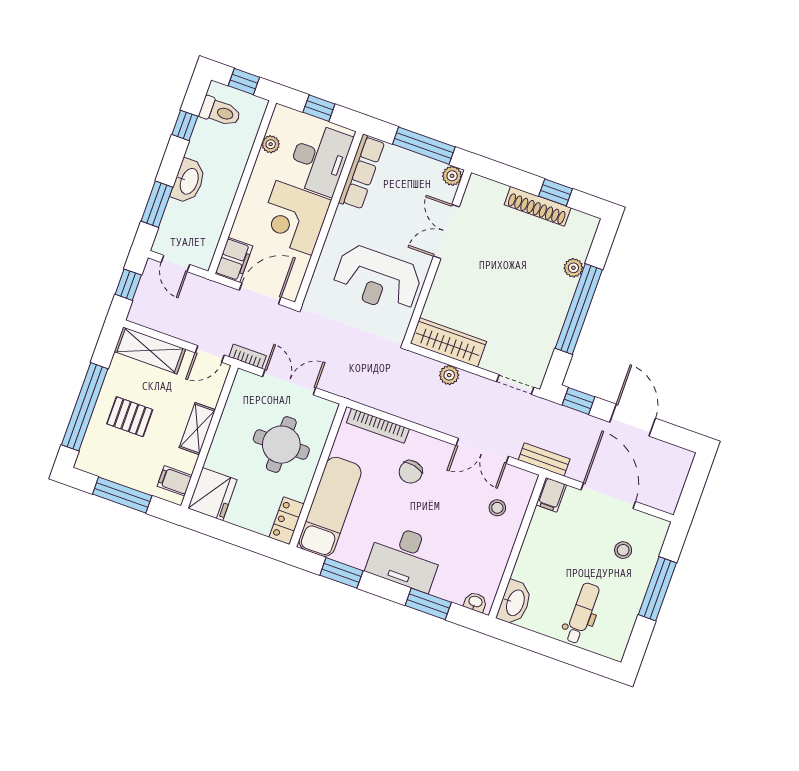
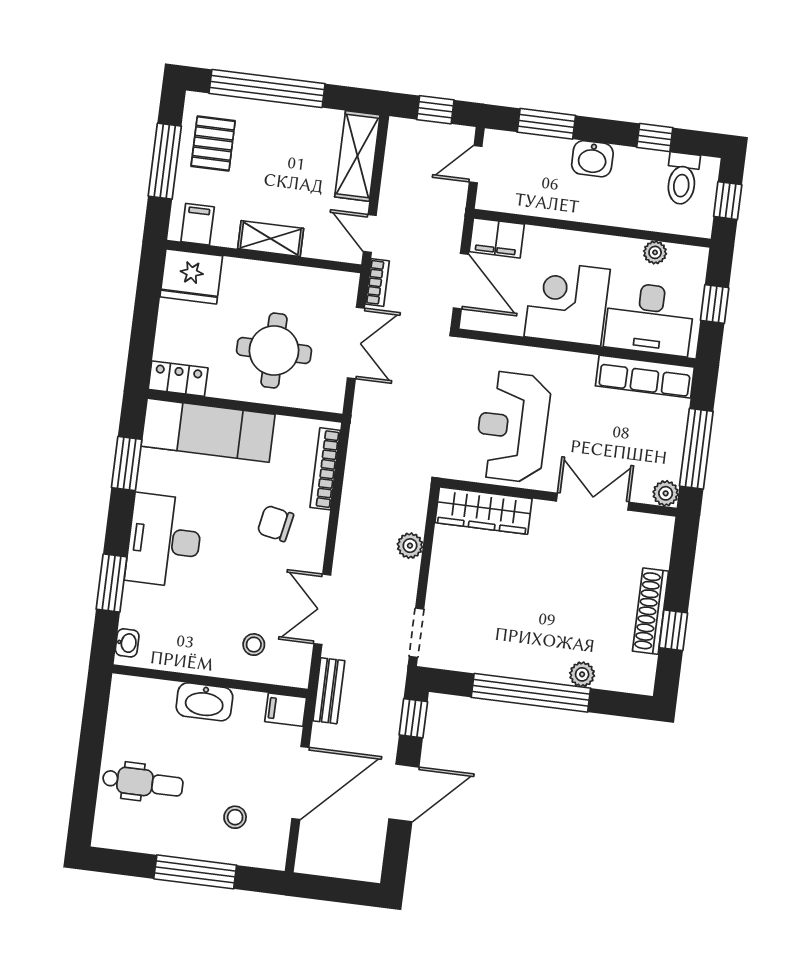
washbasin: (189, 181) -> (592, 159), width x0.72
wardrobe: (448, 342) -> (484, 511), moved, turned 90
pallet: (130, 417) -> (213, 144), moved
washbasin: (515, 603) -> (204, 702), moved

